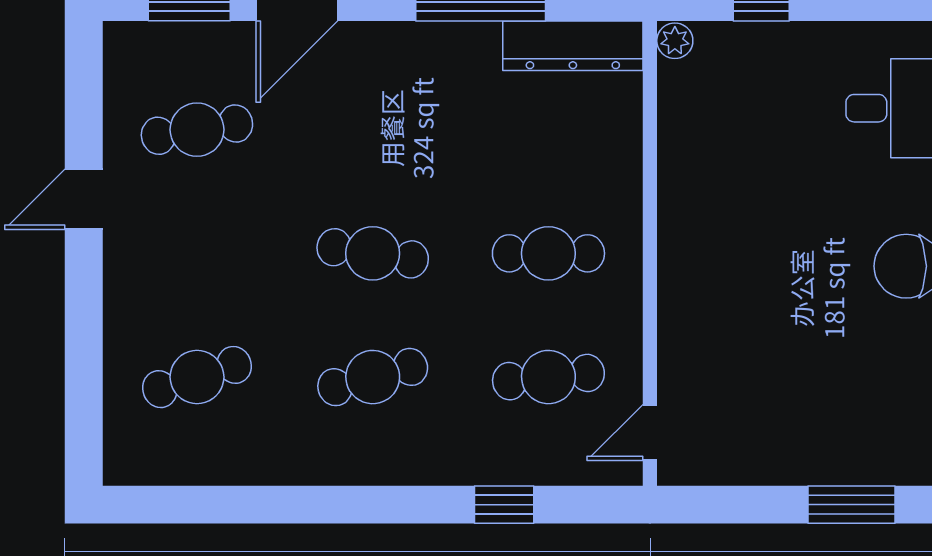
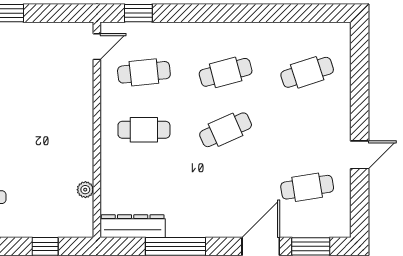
plant: (675, 41) -> (85, 190), moved
cafe table: (373, 253) -> (226, 130), turned -33
window: (504, 505) -> (138, 13), moved

